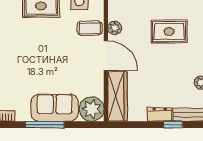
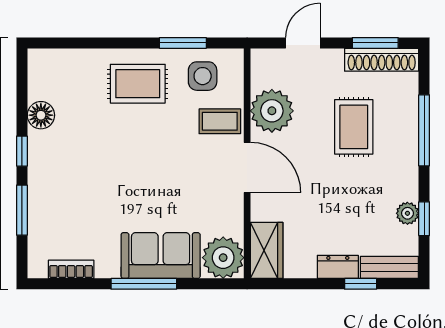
plant: (115, 28) -> (272, 111), width x1.87, depth x1.87
rug: (169, 32) -> (354, 127), turned 90
wardrobe: (117, 97) -> (267, 250), width x0.67

